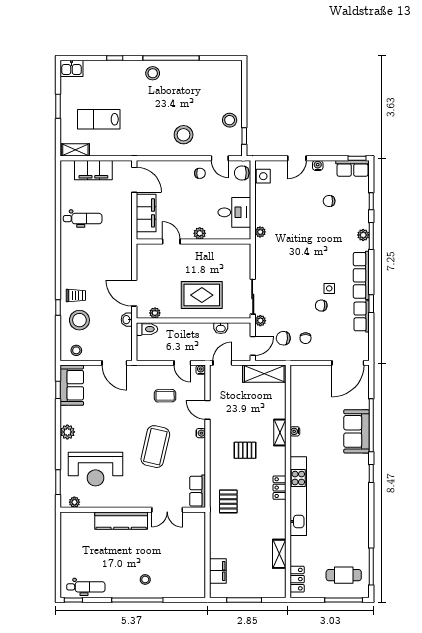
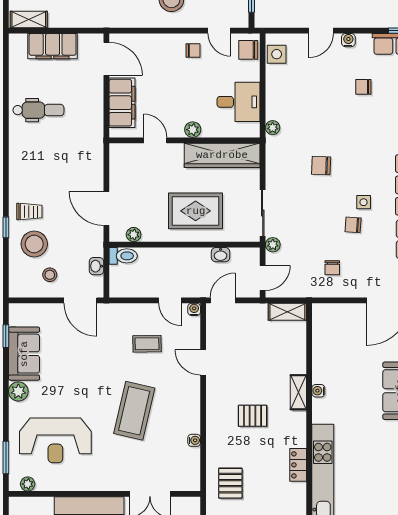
wardrobe: (222, 253) -> (222, 155), added
washbasin: (127, 320) -> (96, 266), moved
chair: (283, 338) -> (321, 166), moved
stool: (76, 350) -> (50, 275), moved
shelving: (264, 374) -> (287, 312), width x0.67, depth x0.75
sofa: (72, 385) -> (24, 354), moved
water cooler: (201, 433) -> (194, 440), moved
row of seats: (198, 491) -> (190, 470), removed

